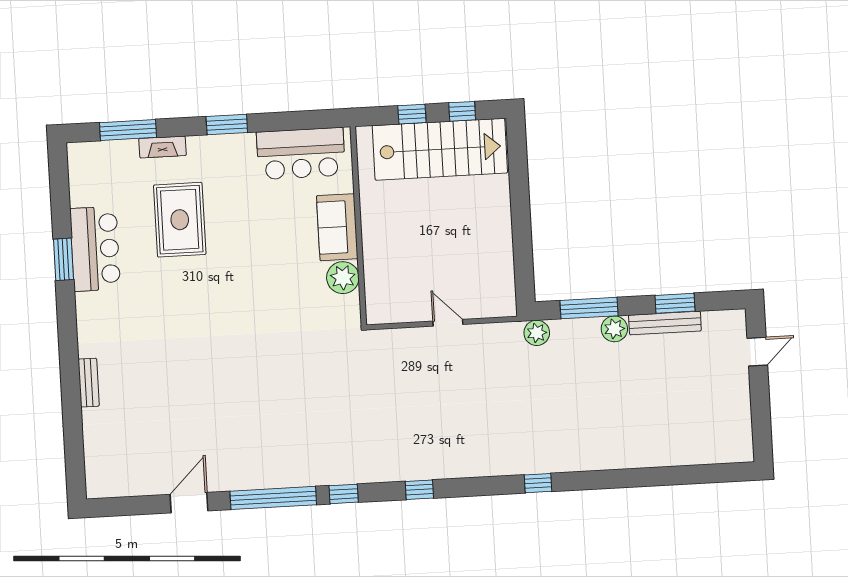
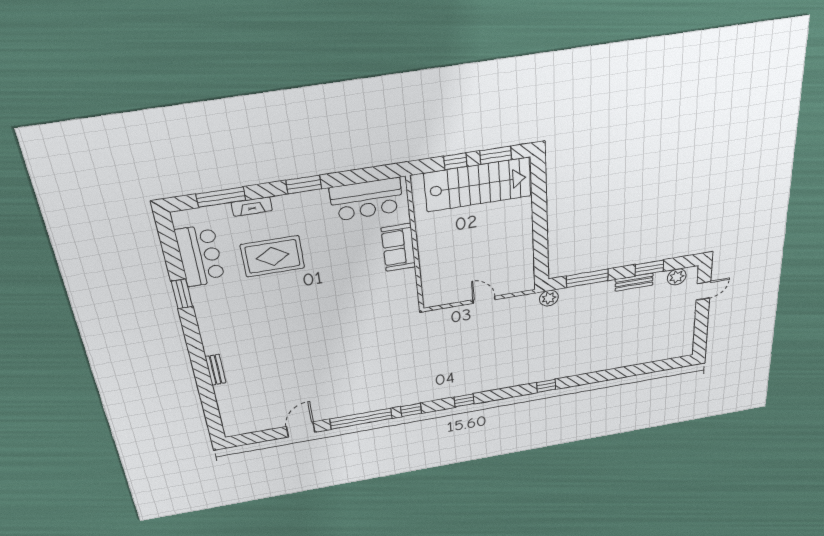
window: (462, 111) -> (496, 155), width x1.50
rug: (180, 220) -> (273, 256), turned 90
bar counter: (95, 249) -> (200, 256), moved
plant: (343, 278) -> (404, 280), removed
bench: (665, 323) -> (634, 282), width x0.73
plant: (614, 329) -> (677, 277), moved

